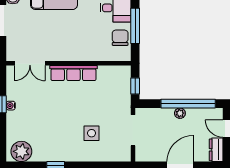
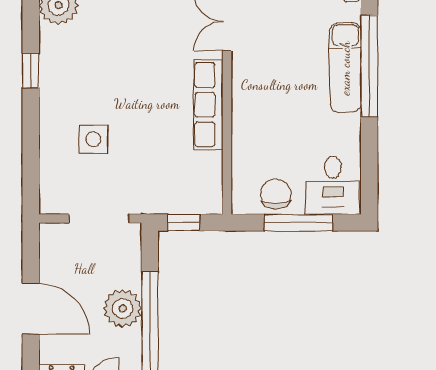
chair: (120, 38) -> (276, 194), turned -90
plant: (180, 113) -> (123, 308), width x1.87, depth x1.87

